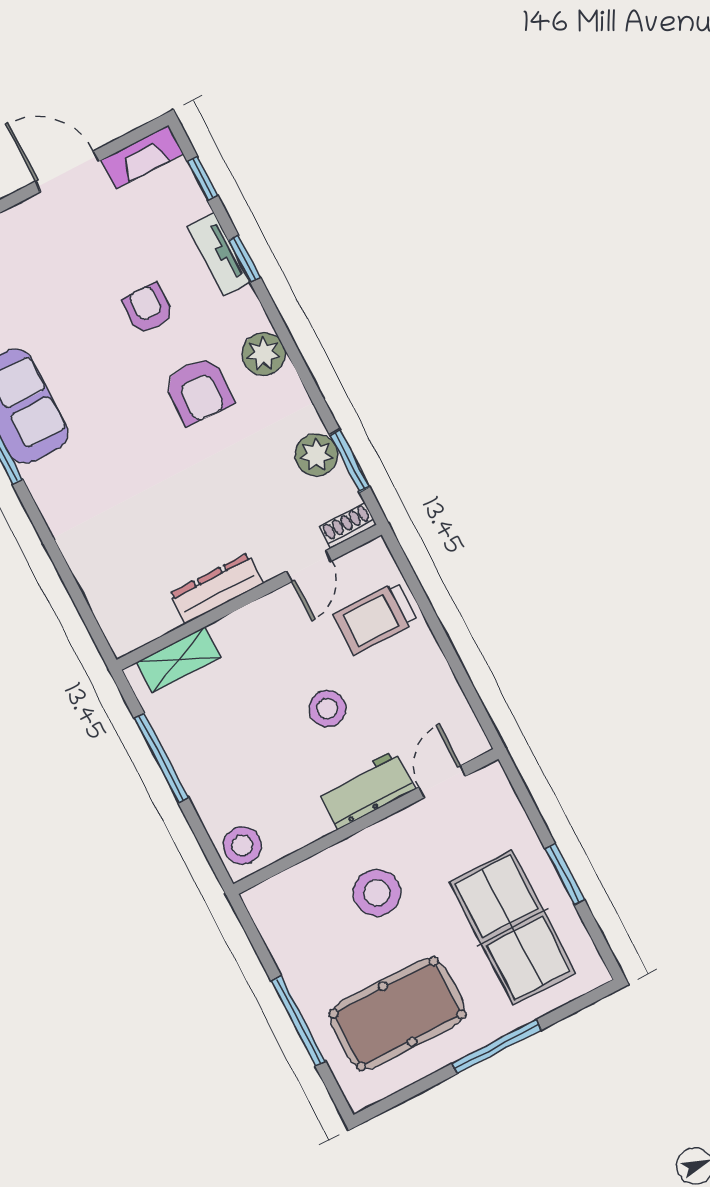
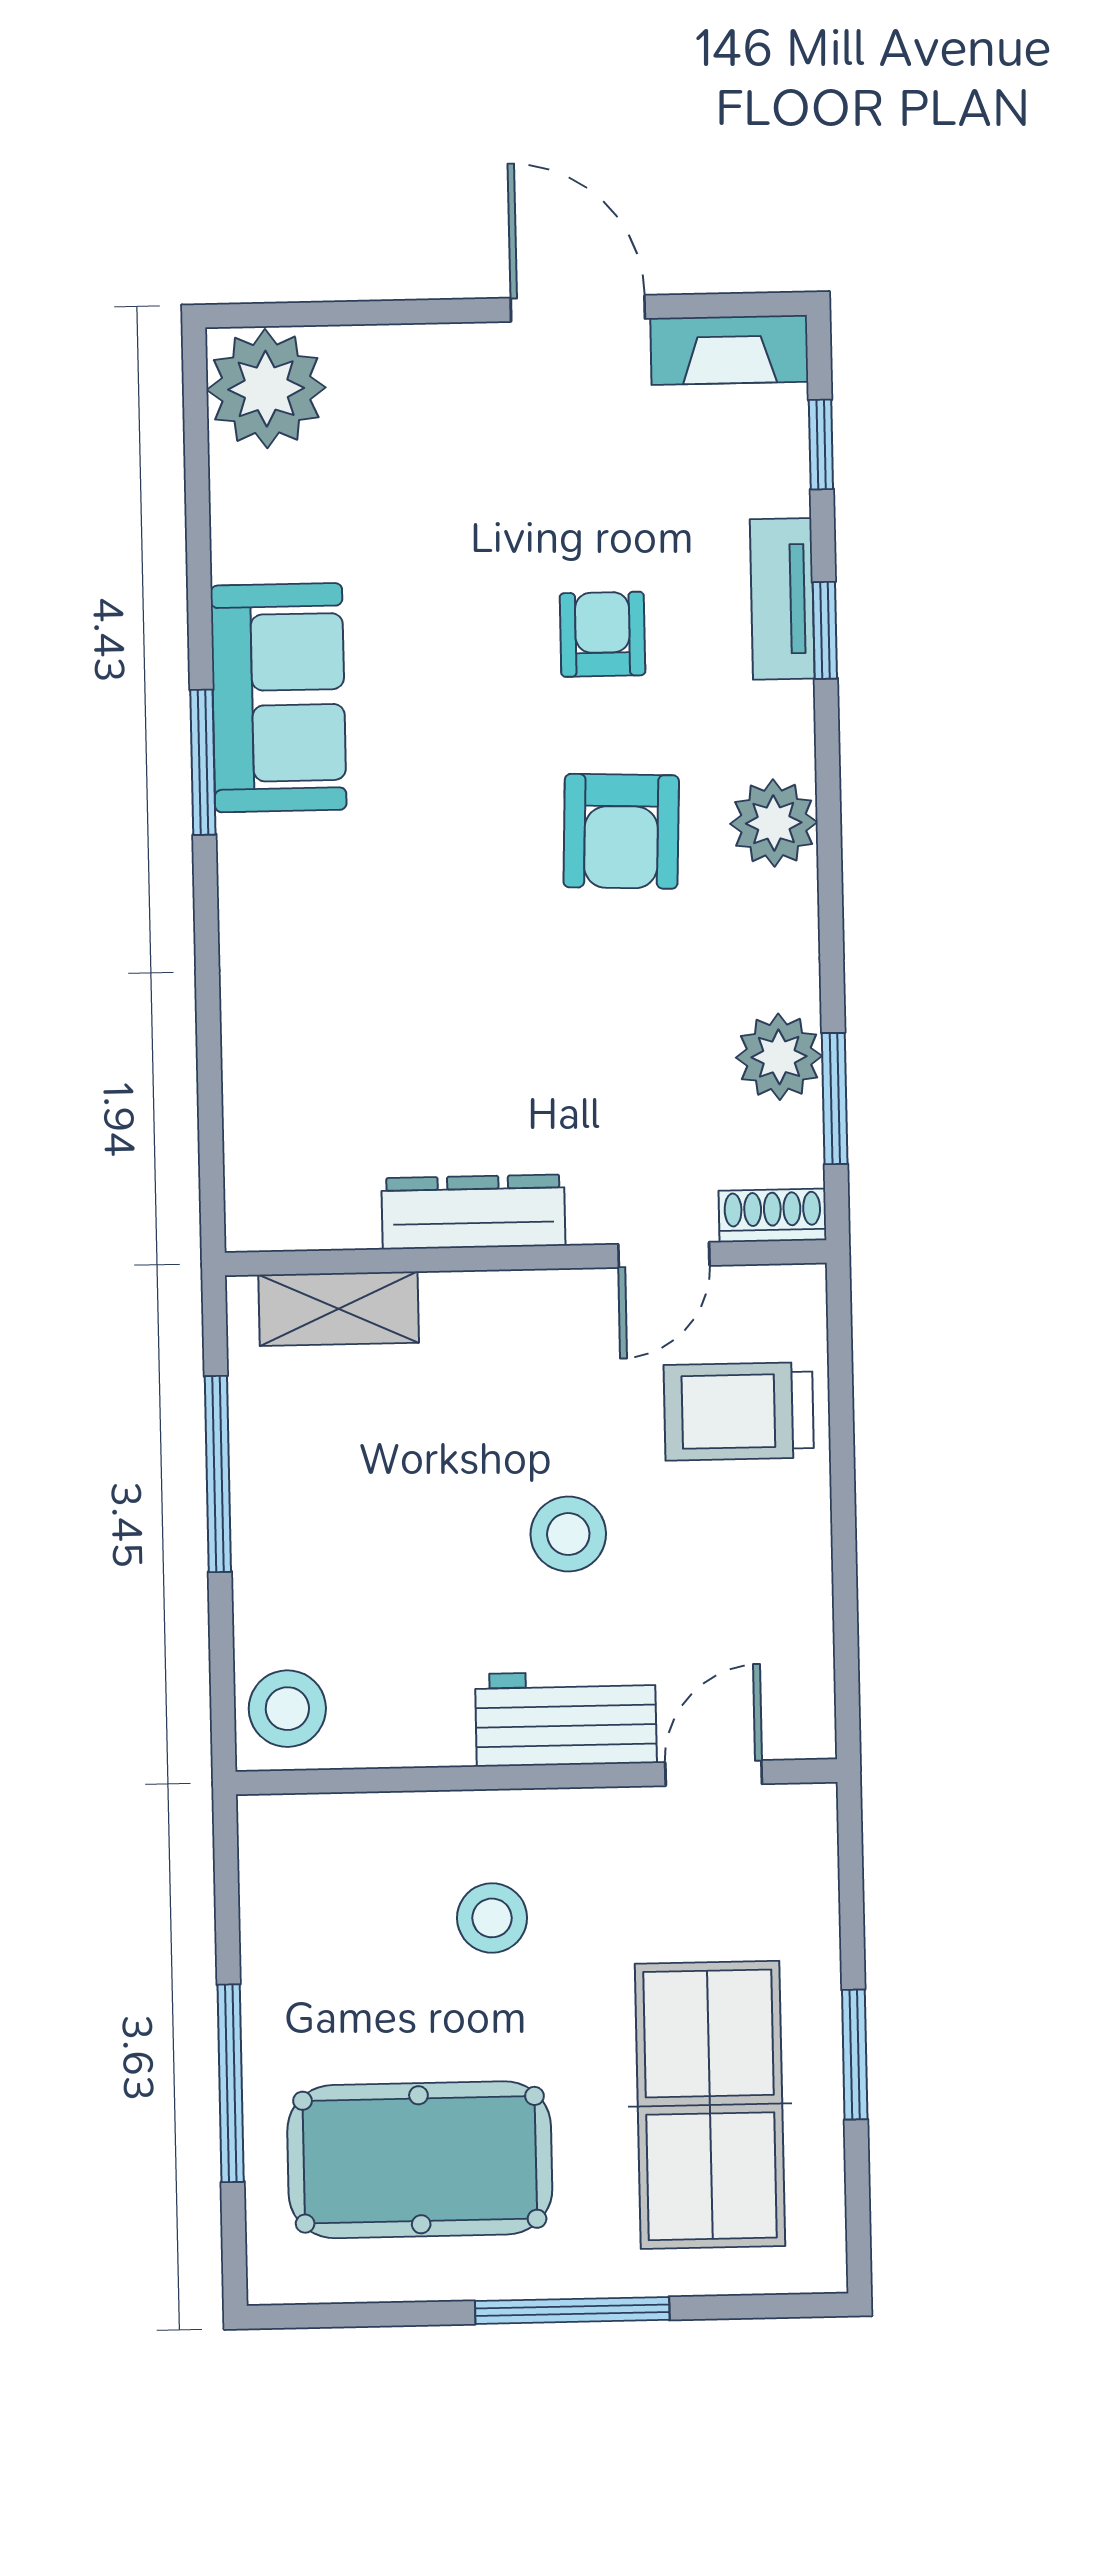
stool: (377, 893) -> (492, 1918), width x0.73, depth x0.73

